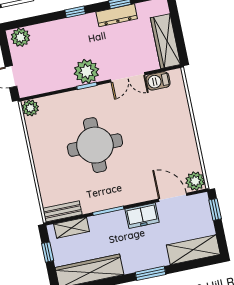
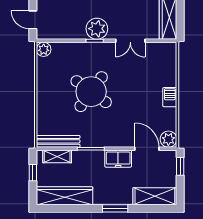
barbecue: (158, 81) -> (170, 97), moved, turned 90
round table: (95, 145) -> (91, 92), turned 36
bench: (62, 211) -> (58, 141), width x1.36

